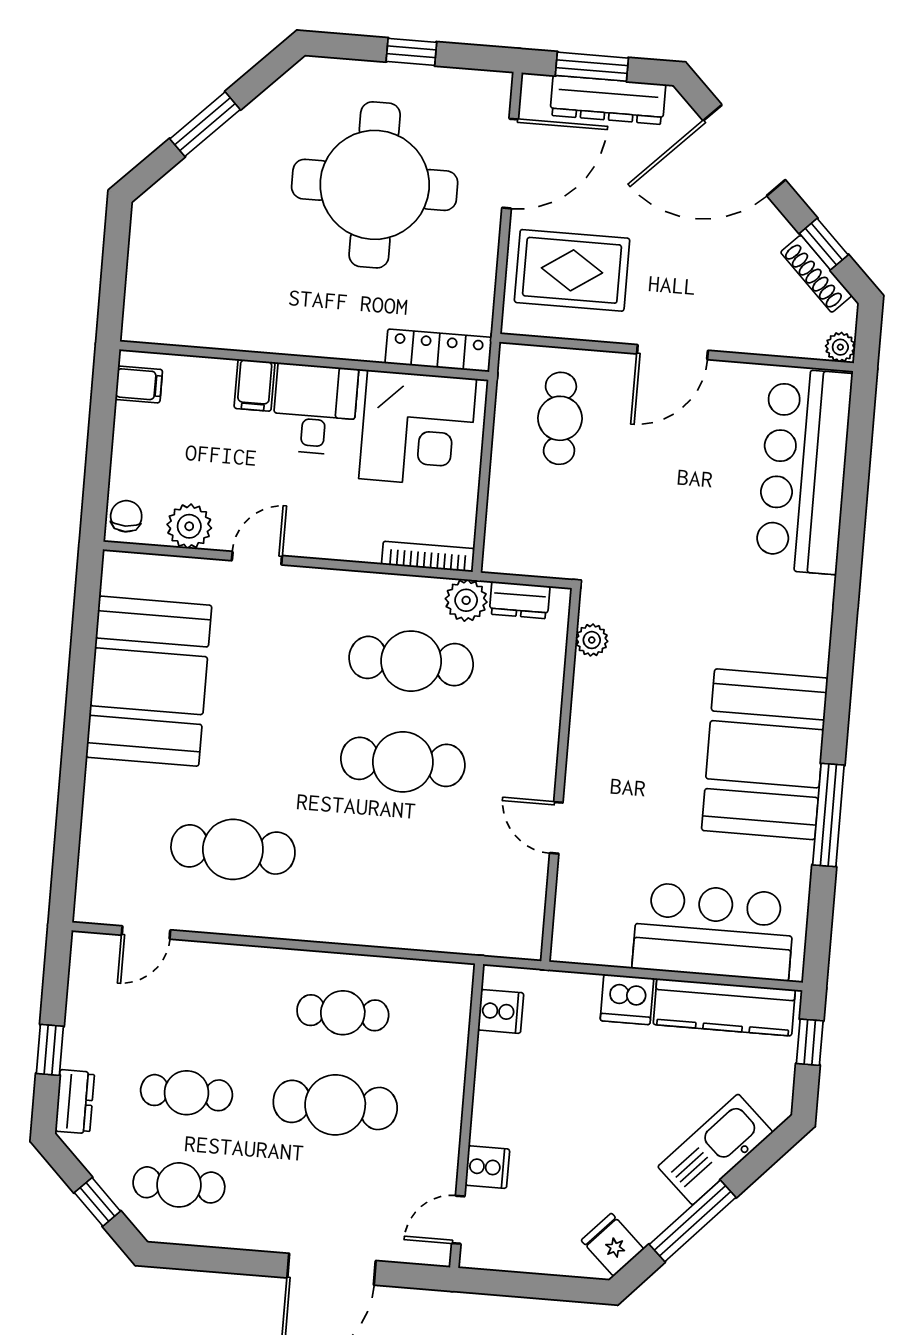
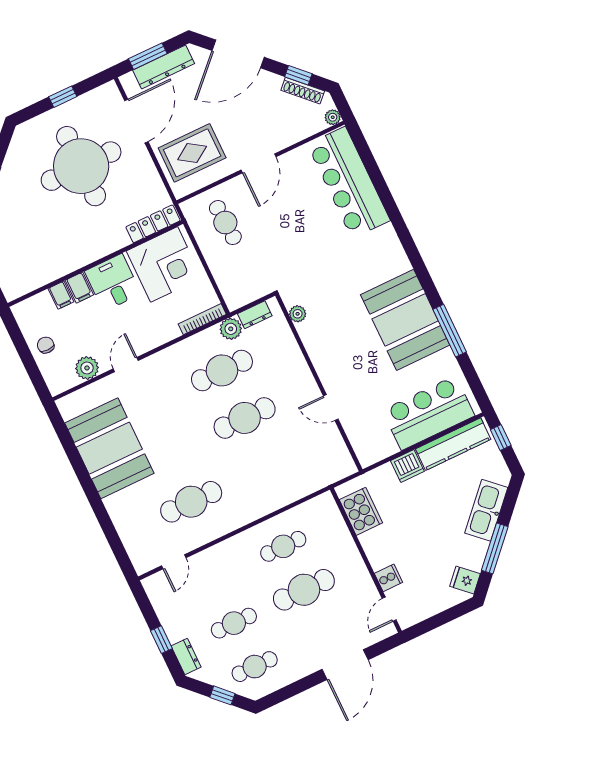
filing cabinet: (139, 384) -> (61, 295), moved, turned 90
chair: (126, 516) -> (46, 345), moved
cooker: (501, 1011) -> (361, 511), width x1.87, depth x1.31

